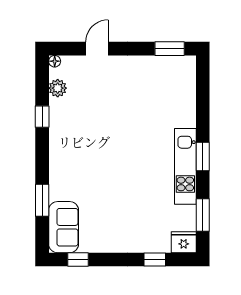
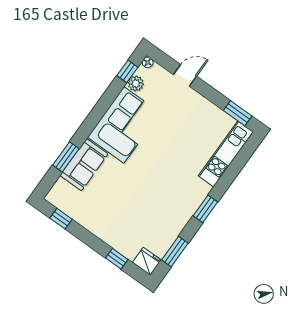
window: (42, 117) -> (127, 71), moved
corner sofa: (74, 133) -> (124, 125), added
kitchen unit: (185, 166) -> (226, 154), moved
sofa: (64, 227) -> (84, 165), moved

